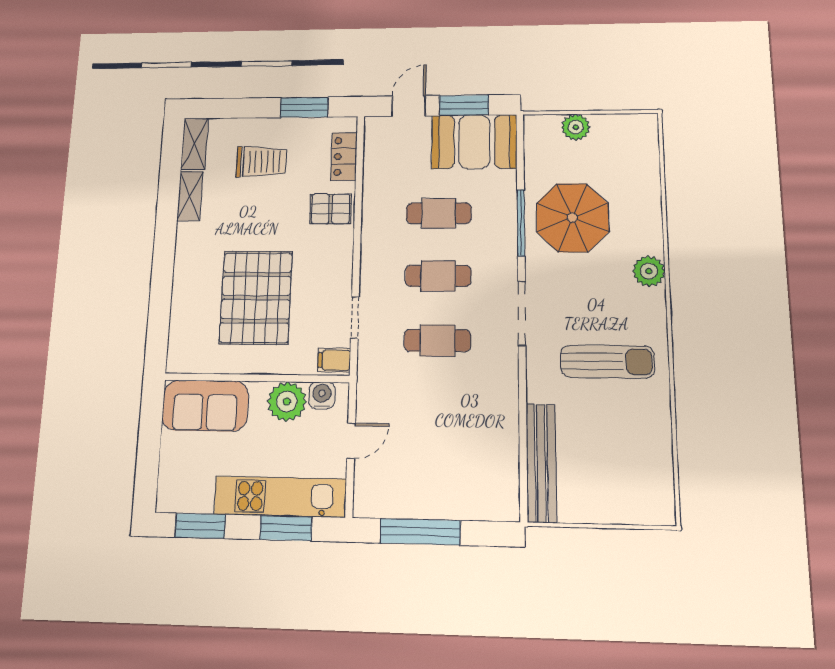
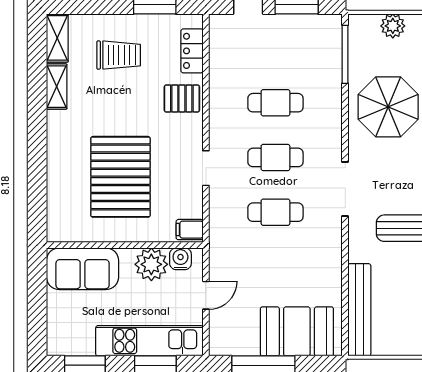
booth: (474, 142) -> (297, 331), moved
window: (521, 223) -> (345, 54), moved
doorway: (355, 318) -> (206, 168), moved

